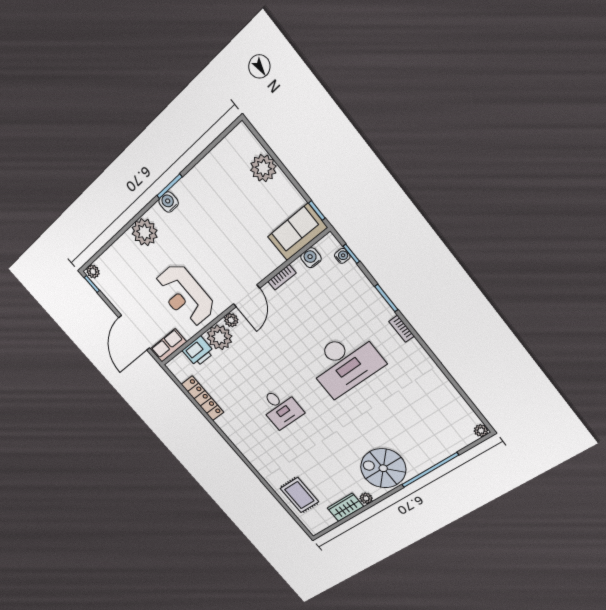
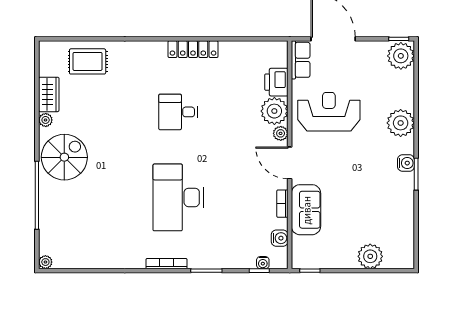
sofa: (297, 232) -> (306, 210), moved
plant: (93, 272) -> (401, 56), width x1.88, depth x1.88
bookcase: (402, 329) -> (167, 264), width x1.56
locker: (202, 398) -> (193, 49), moved

